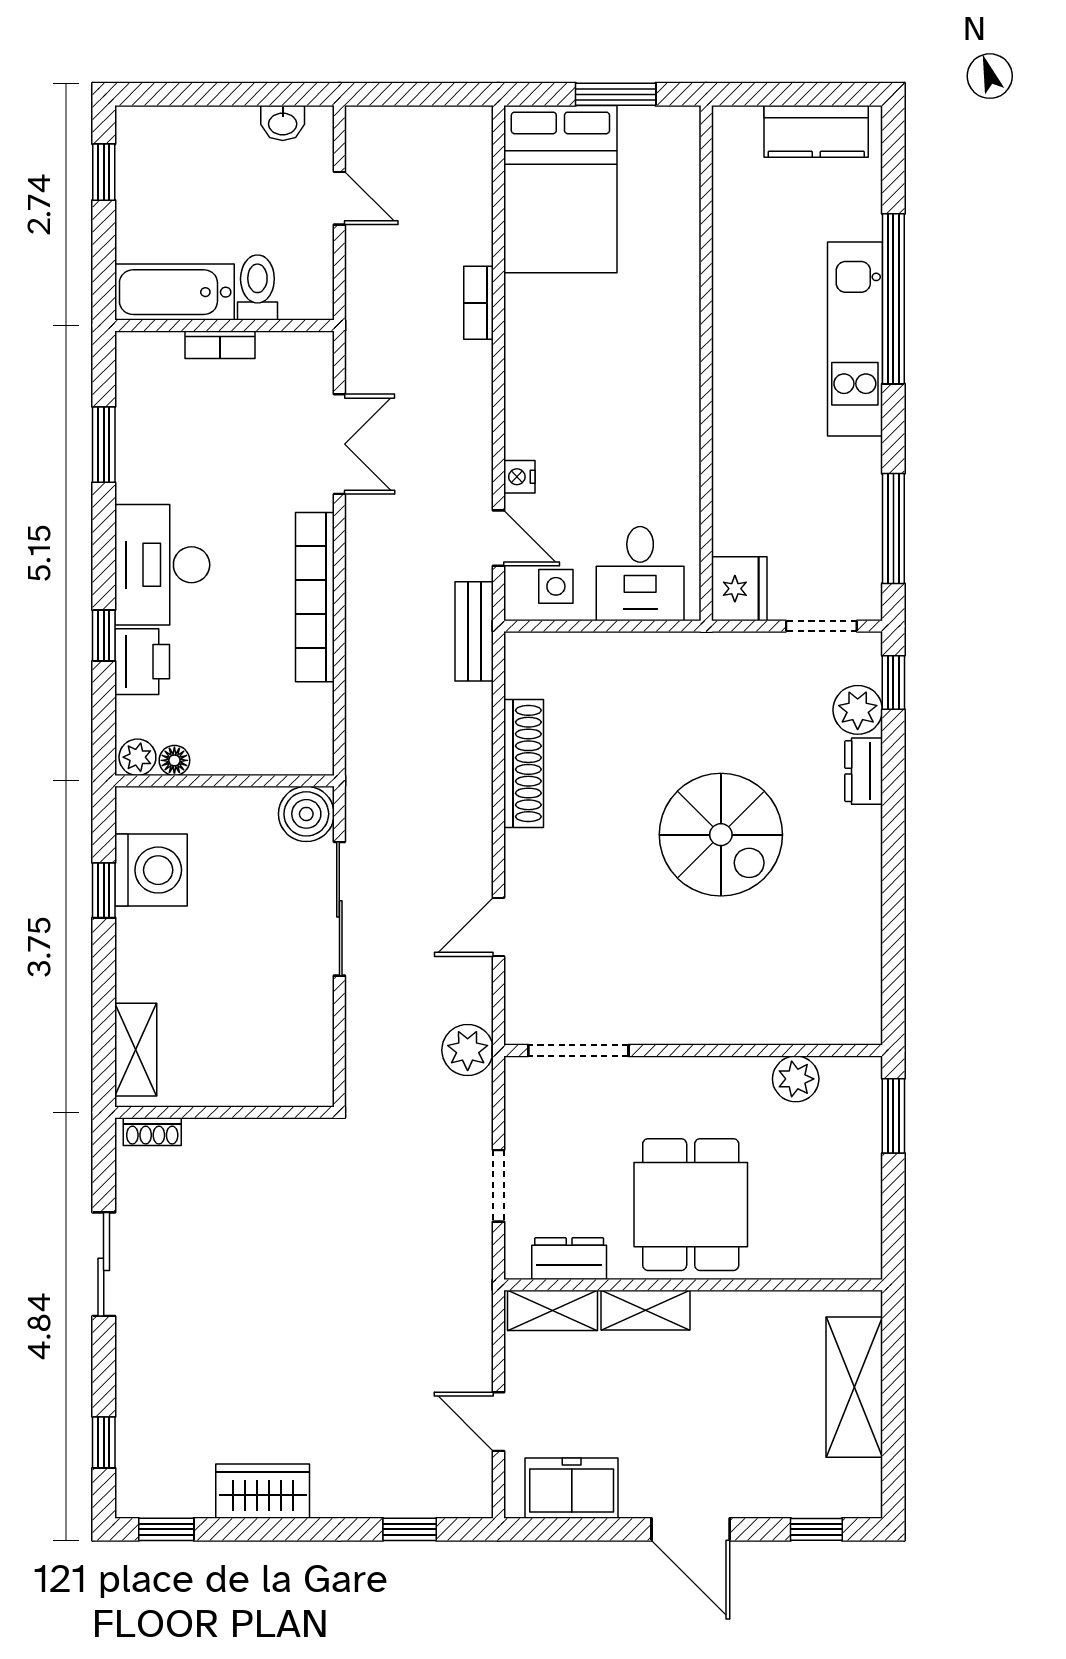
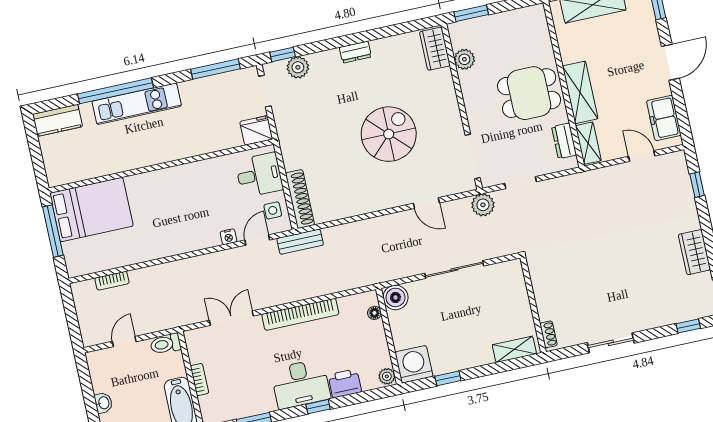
window: (616, 94) -> (53, 231), width x1.44
washbasin: (283, 123) -> (103, 403), moved
kitchen counter: (816, 131) -> (57, 120), moved, turned 90
bed: (560, 189) -> (91, 210), moved
toilet: (257, 287) -> (166, 344), moved
bookcase: (479, 303) -> (112, 281), moved
window: (104, 635) -> (318, 407), moved
floor lamp: (174, 760) -> (374, 313), moved
shoe rack: (524, 763) -> (300, 199), moved, turned 90
dresser: (864, 771) -> (355, 52), moved
spiral stairs: (721, 835) -> (389, 134), moved
washing machine: (151, 870) -> (414, 364), moved
sliding door: (339, 909) -> (454, 270), moved
wardrobe: (833, 1019) -> (435, 49), added
doorway: (499, 1186) -> (520, 183), moved
shelving: (645, 1310) -> (580, 92), width x1.50, depth x1.33
door: (499, 1422) -> (642, 156), swing flipped

